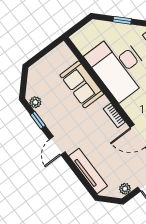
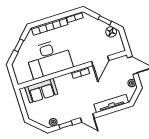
sofa: (82, 84) -> (41, 91), moved

